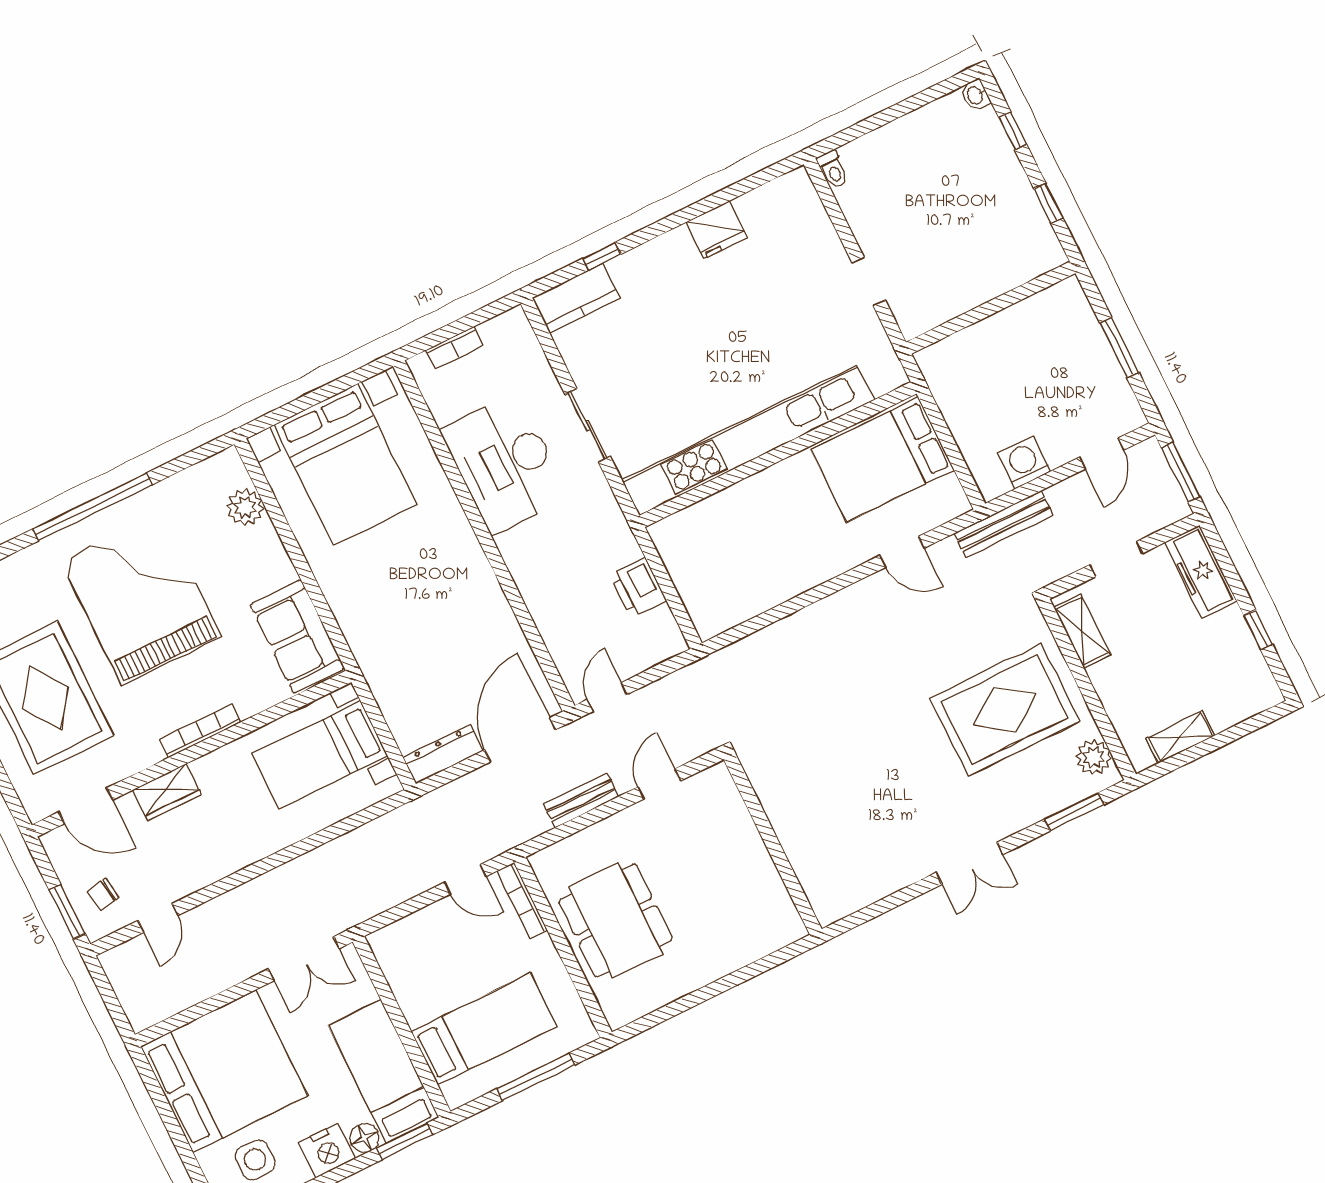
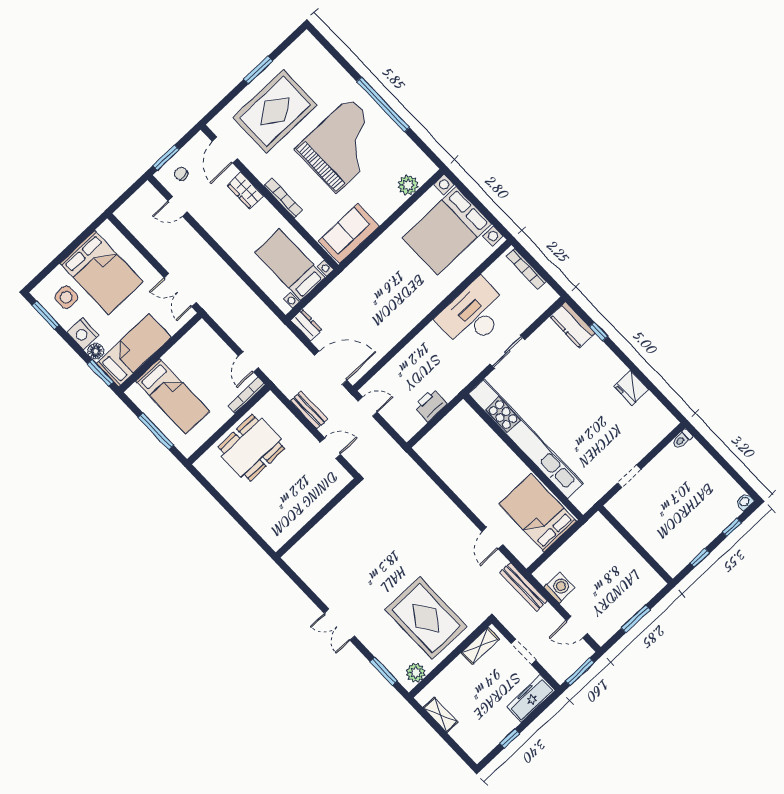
bookcase: (454, 348) -> (526, 269), width x1.56
dresser: (443, 754) -> (306, 325), width x0.70
bed: (224, 1071) -> (101, 272), width x0.73

